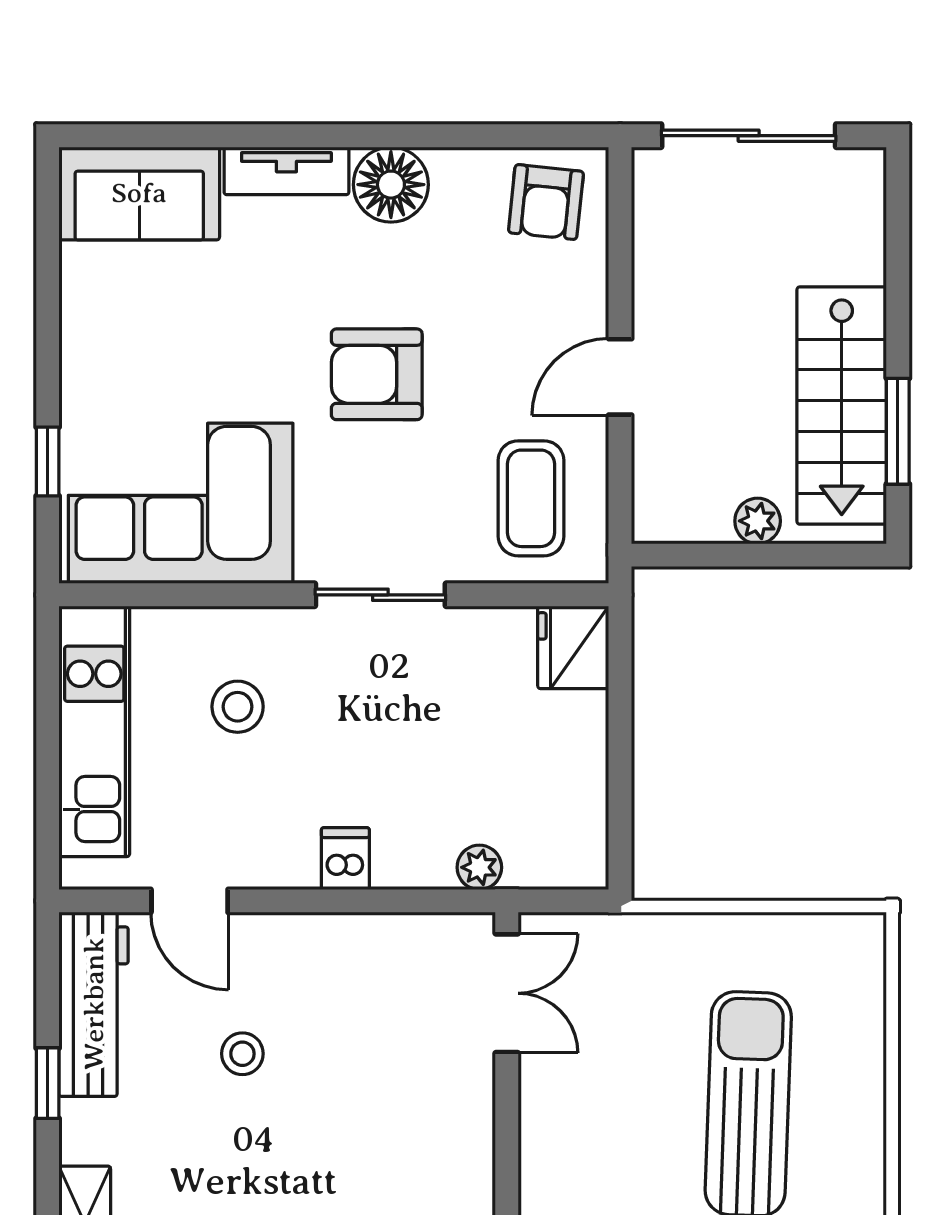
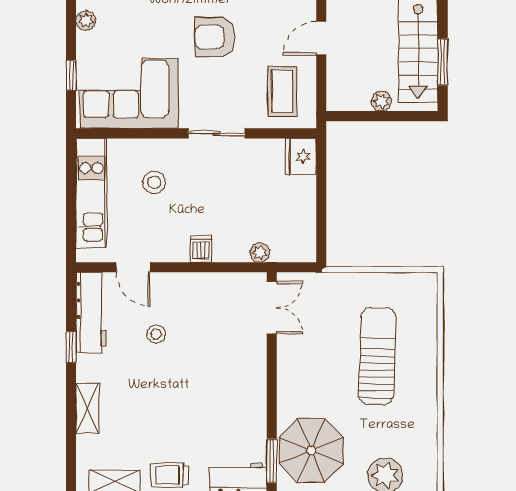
plant: (81, 336) -> (86, 20), added

